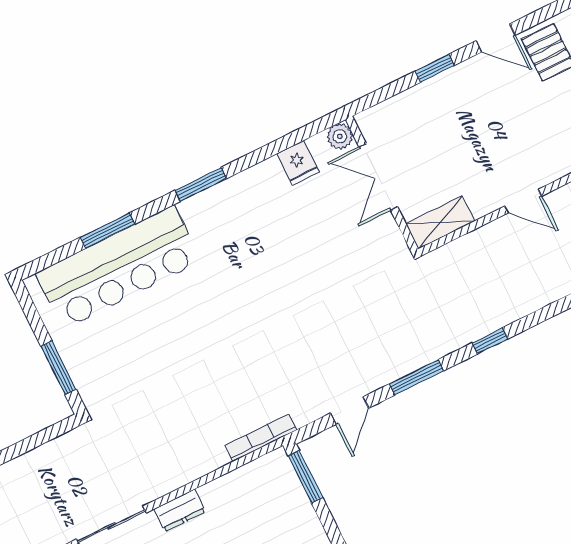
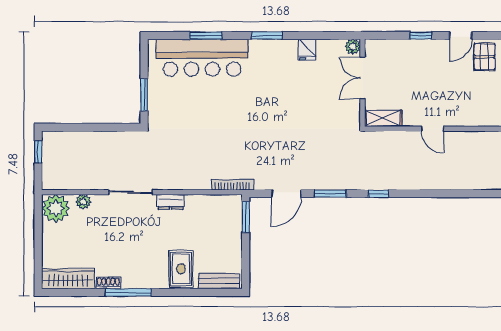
door: (496, 38) -> (461, 36), hinge flipped
fridge: (298, 163) -> (307, 50), moved
door: (349, 411) -> (286, 194), width x1.37

